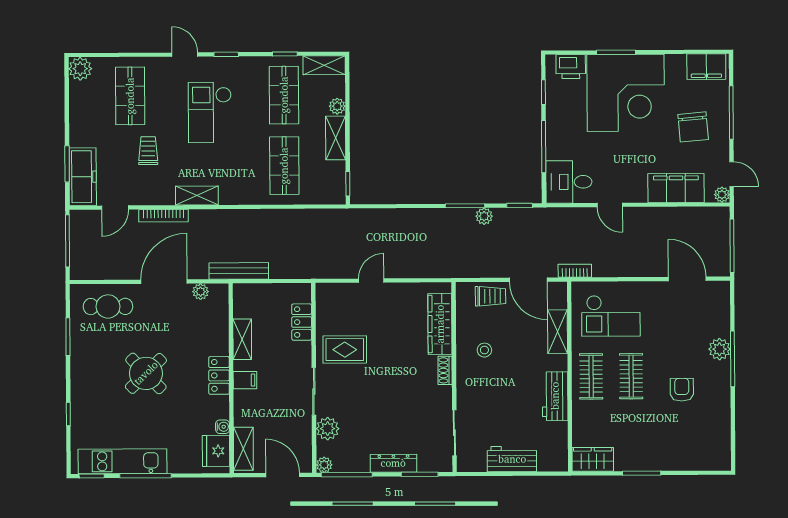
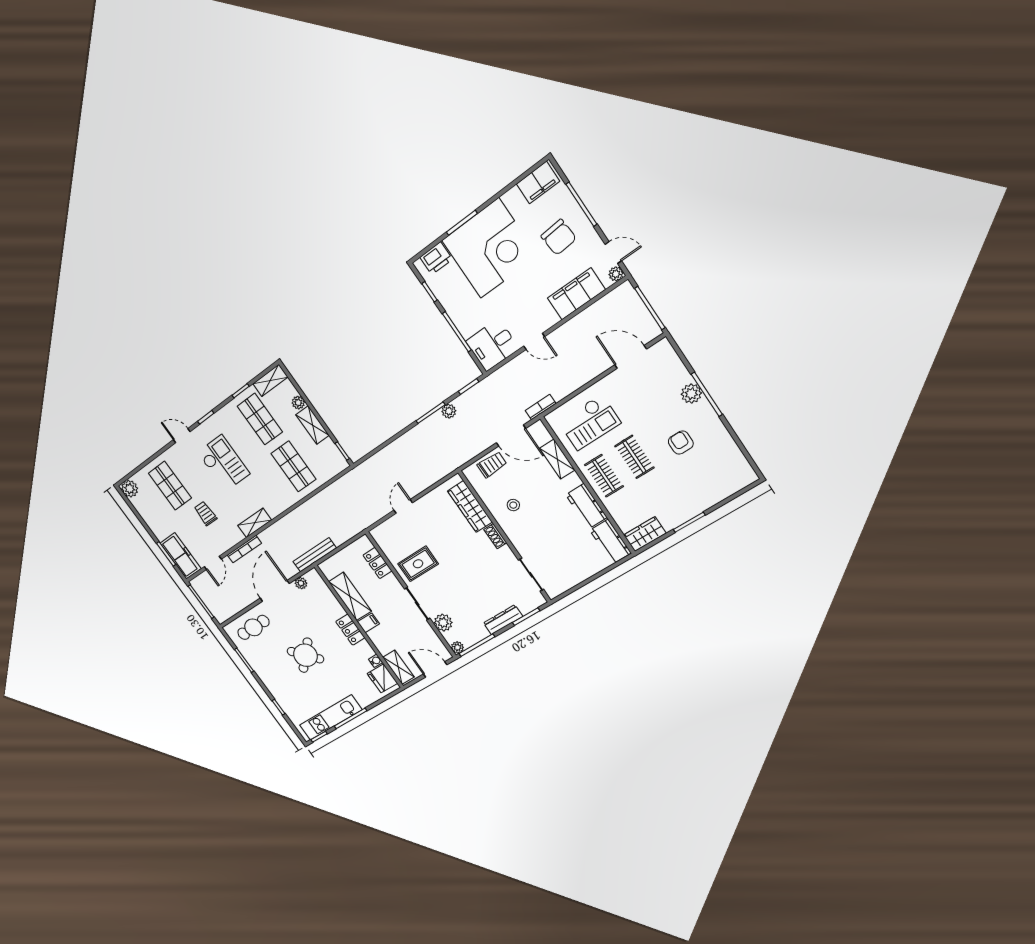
checkout: (210, 112) -> (224, 463), turned 180
shelving: (242, 339) -> (350, 596), width x1.50, depth x1.33
workbench: (512, 459) -> (611, 542), moved, turned -90

